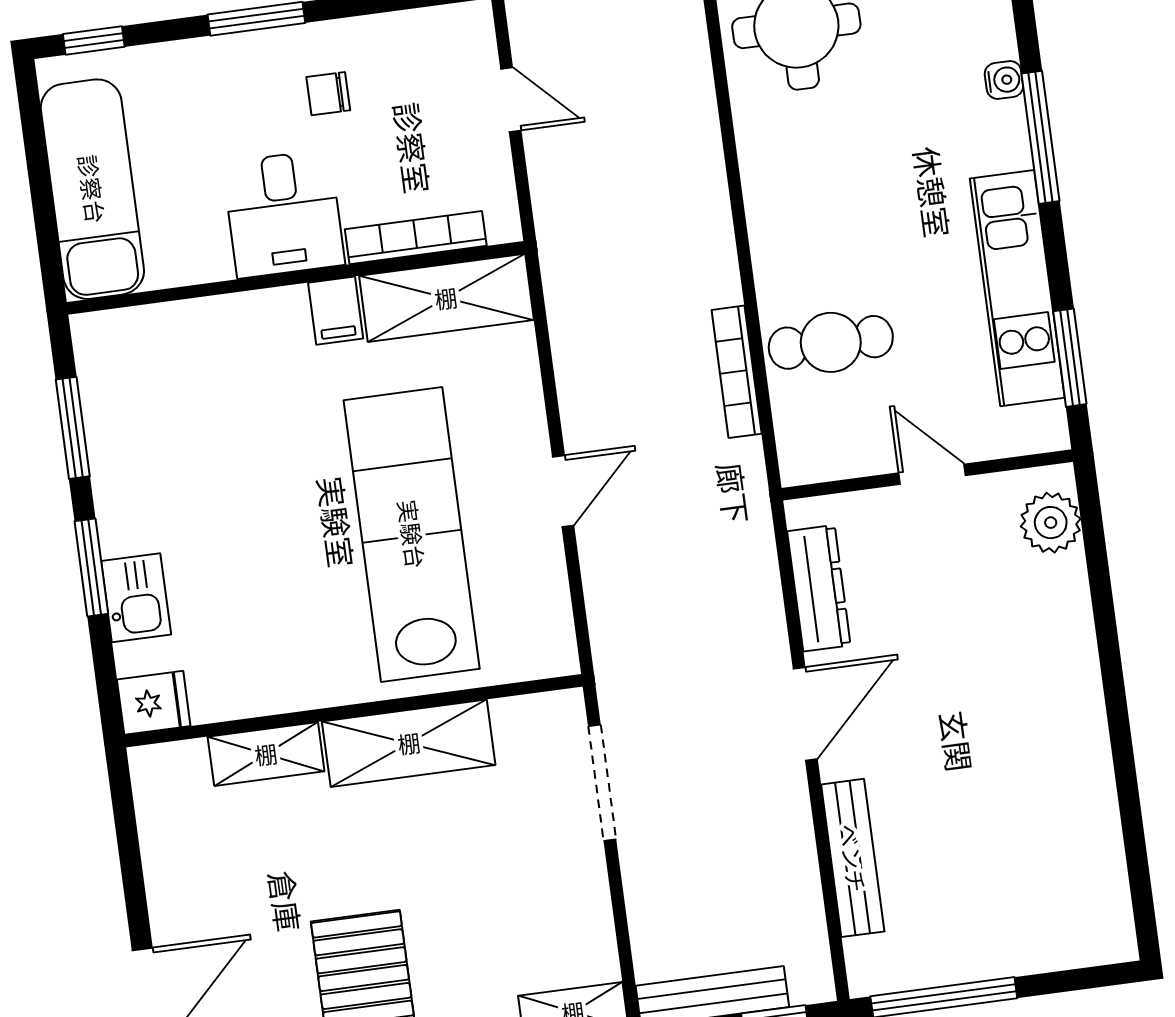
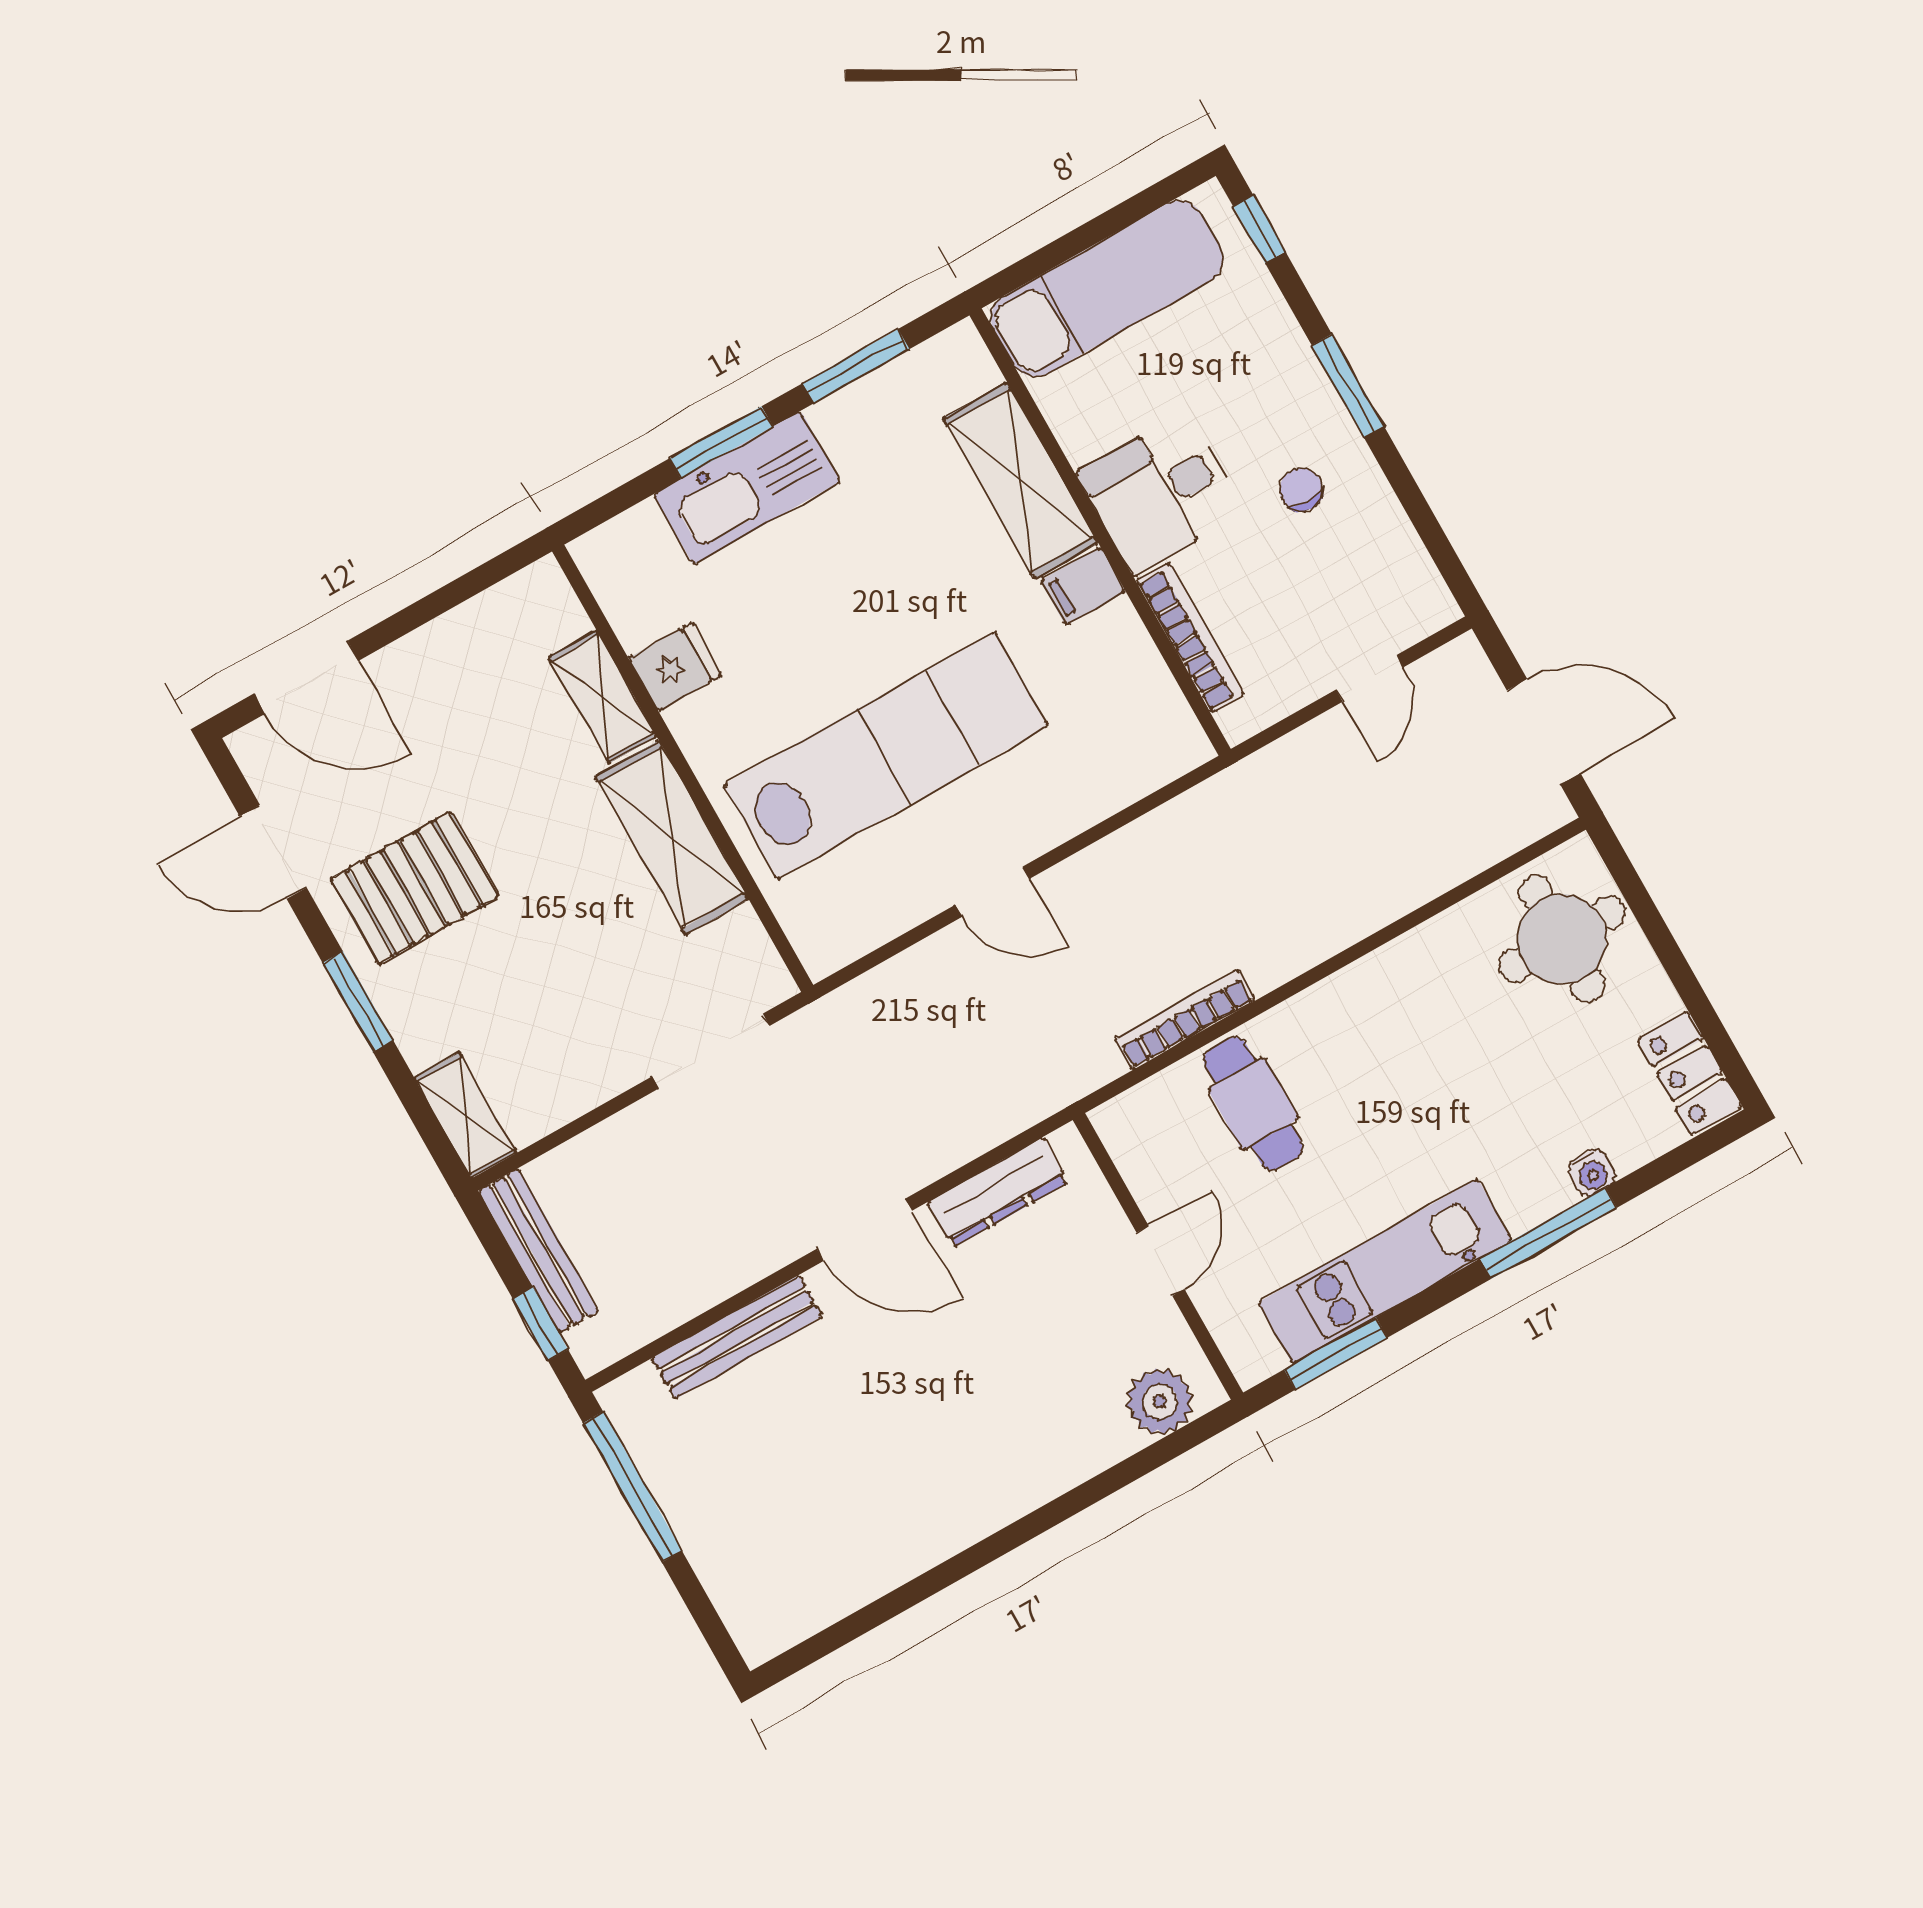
shelving: (446, 298) -> (1021, 481), moved
kitchen sink: (136, 598) -> (747, 488), width x1.88, depth x1.24
fridge: (154, 703) -> (675, 667), moved, turned -90

